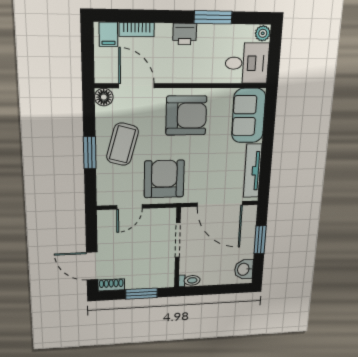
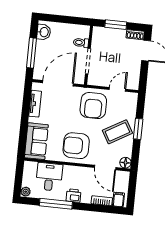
window: (213, 17) -> (56, 204), width x1.44
desk: (247, 63) -> (49, 177), moved, turned 90
coffee table: (122, 144) -> (117, 132), turned 45
tv unit: (253, 171) -> (35, 104), width x0.71
door: (220, 204) -> (58, 83), hinge flipped
window: (260, 240) -> (32, 53), width x1.44
toilet: (189, 281) -> (81, 43), moved

